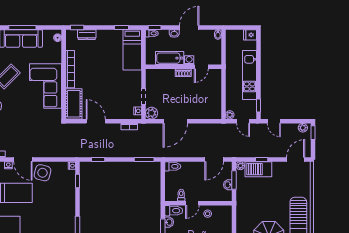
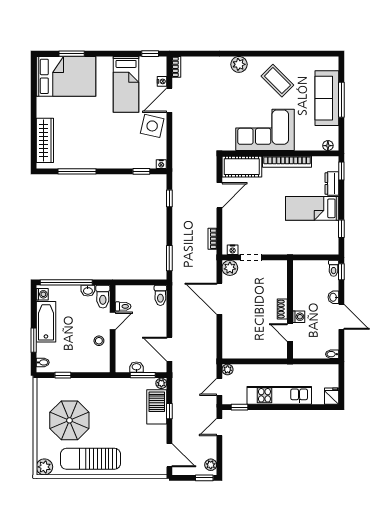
bed: (132, 50) -> (312, 208), moved
bathtub: (170, 58) -> (301, 291), removed
door: (192, 203) -> (113, 321), swing flipped

